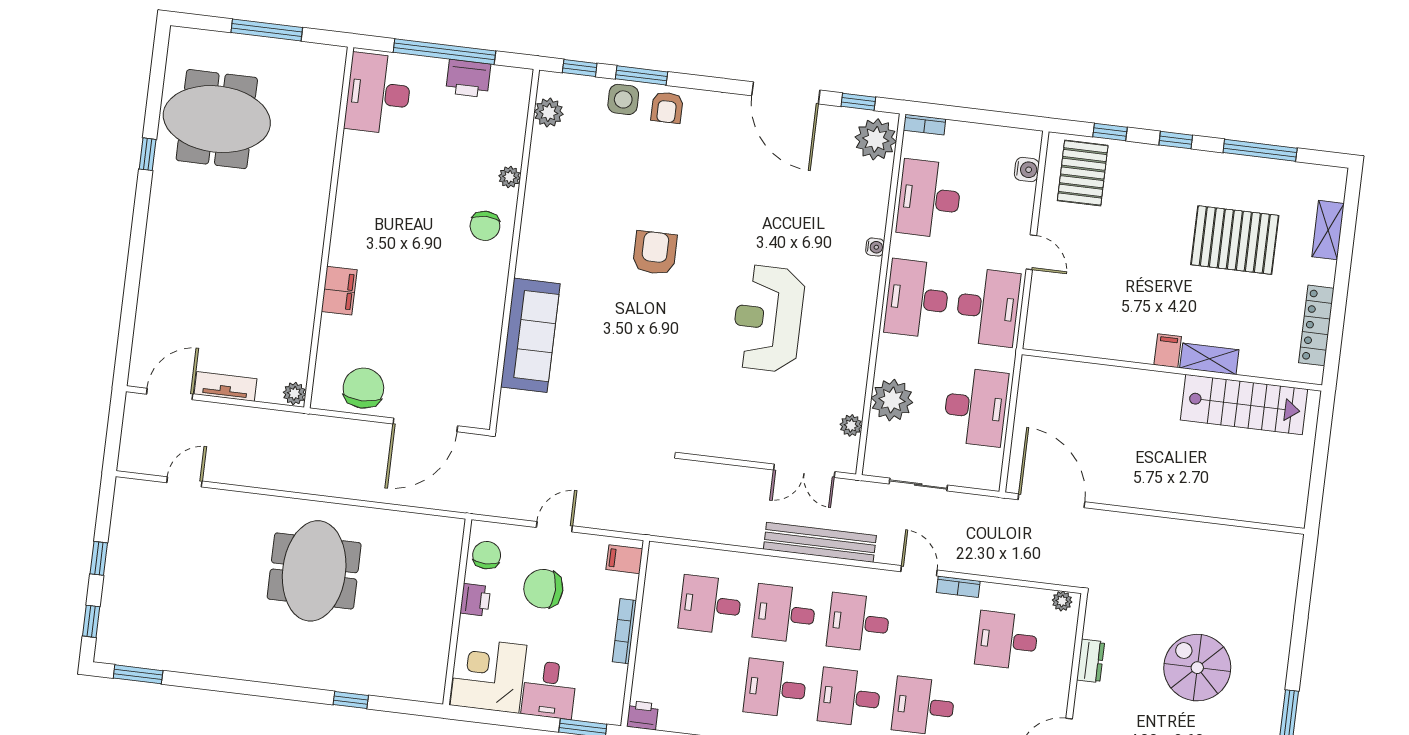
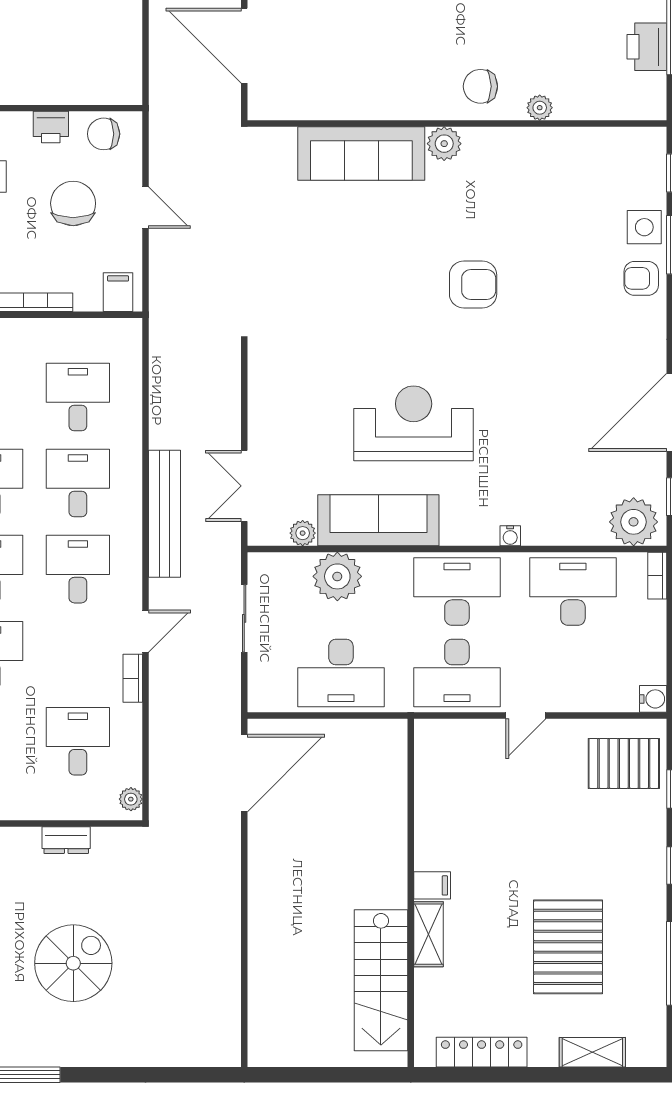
plant: (549, 113) -> (444, 144), moved
water cooler: (1027, 170) -> (653, 699), moved, turned -90
sofa: (848, 359) -> (378, 520), added
chair: (487, 555) -> (104, 134), turned 180

